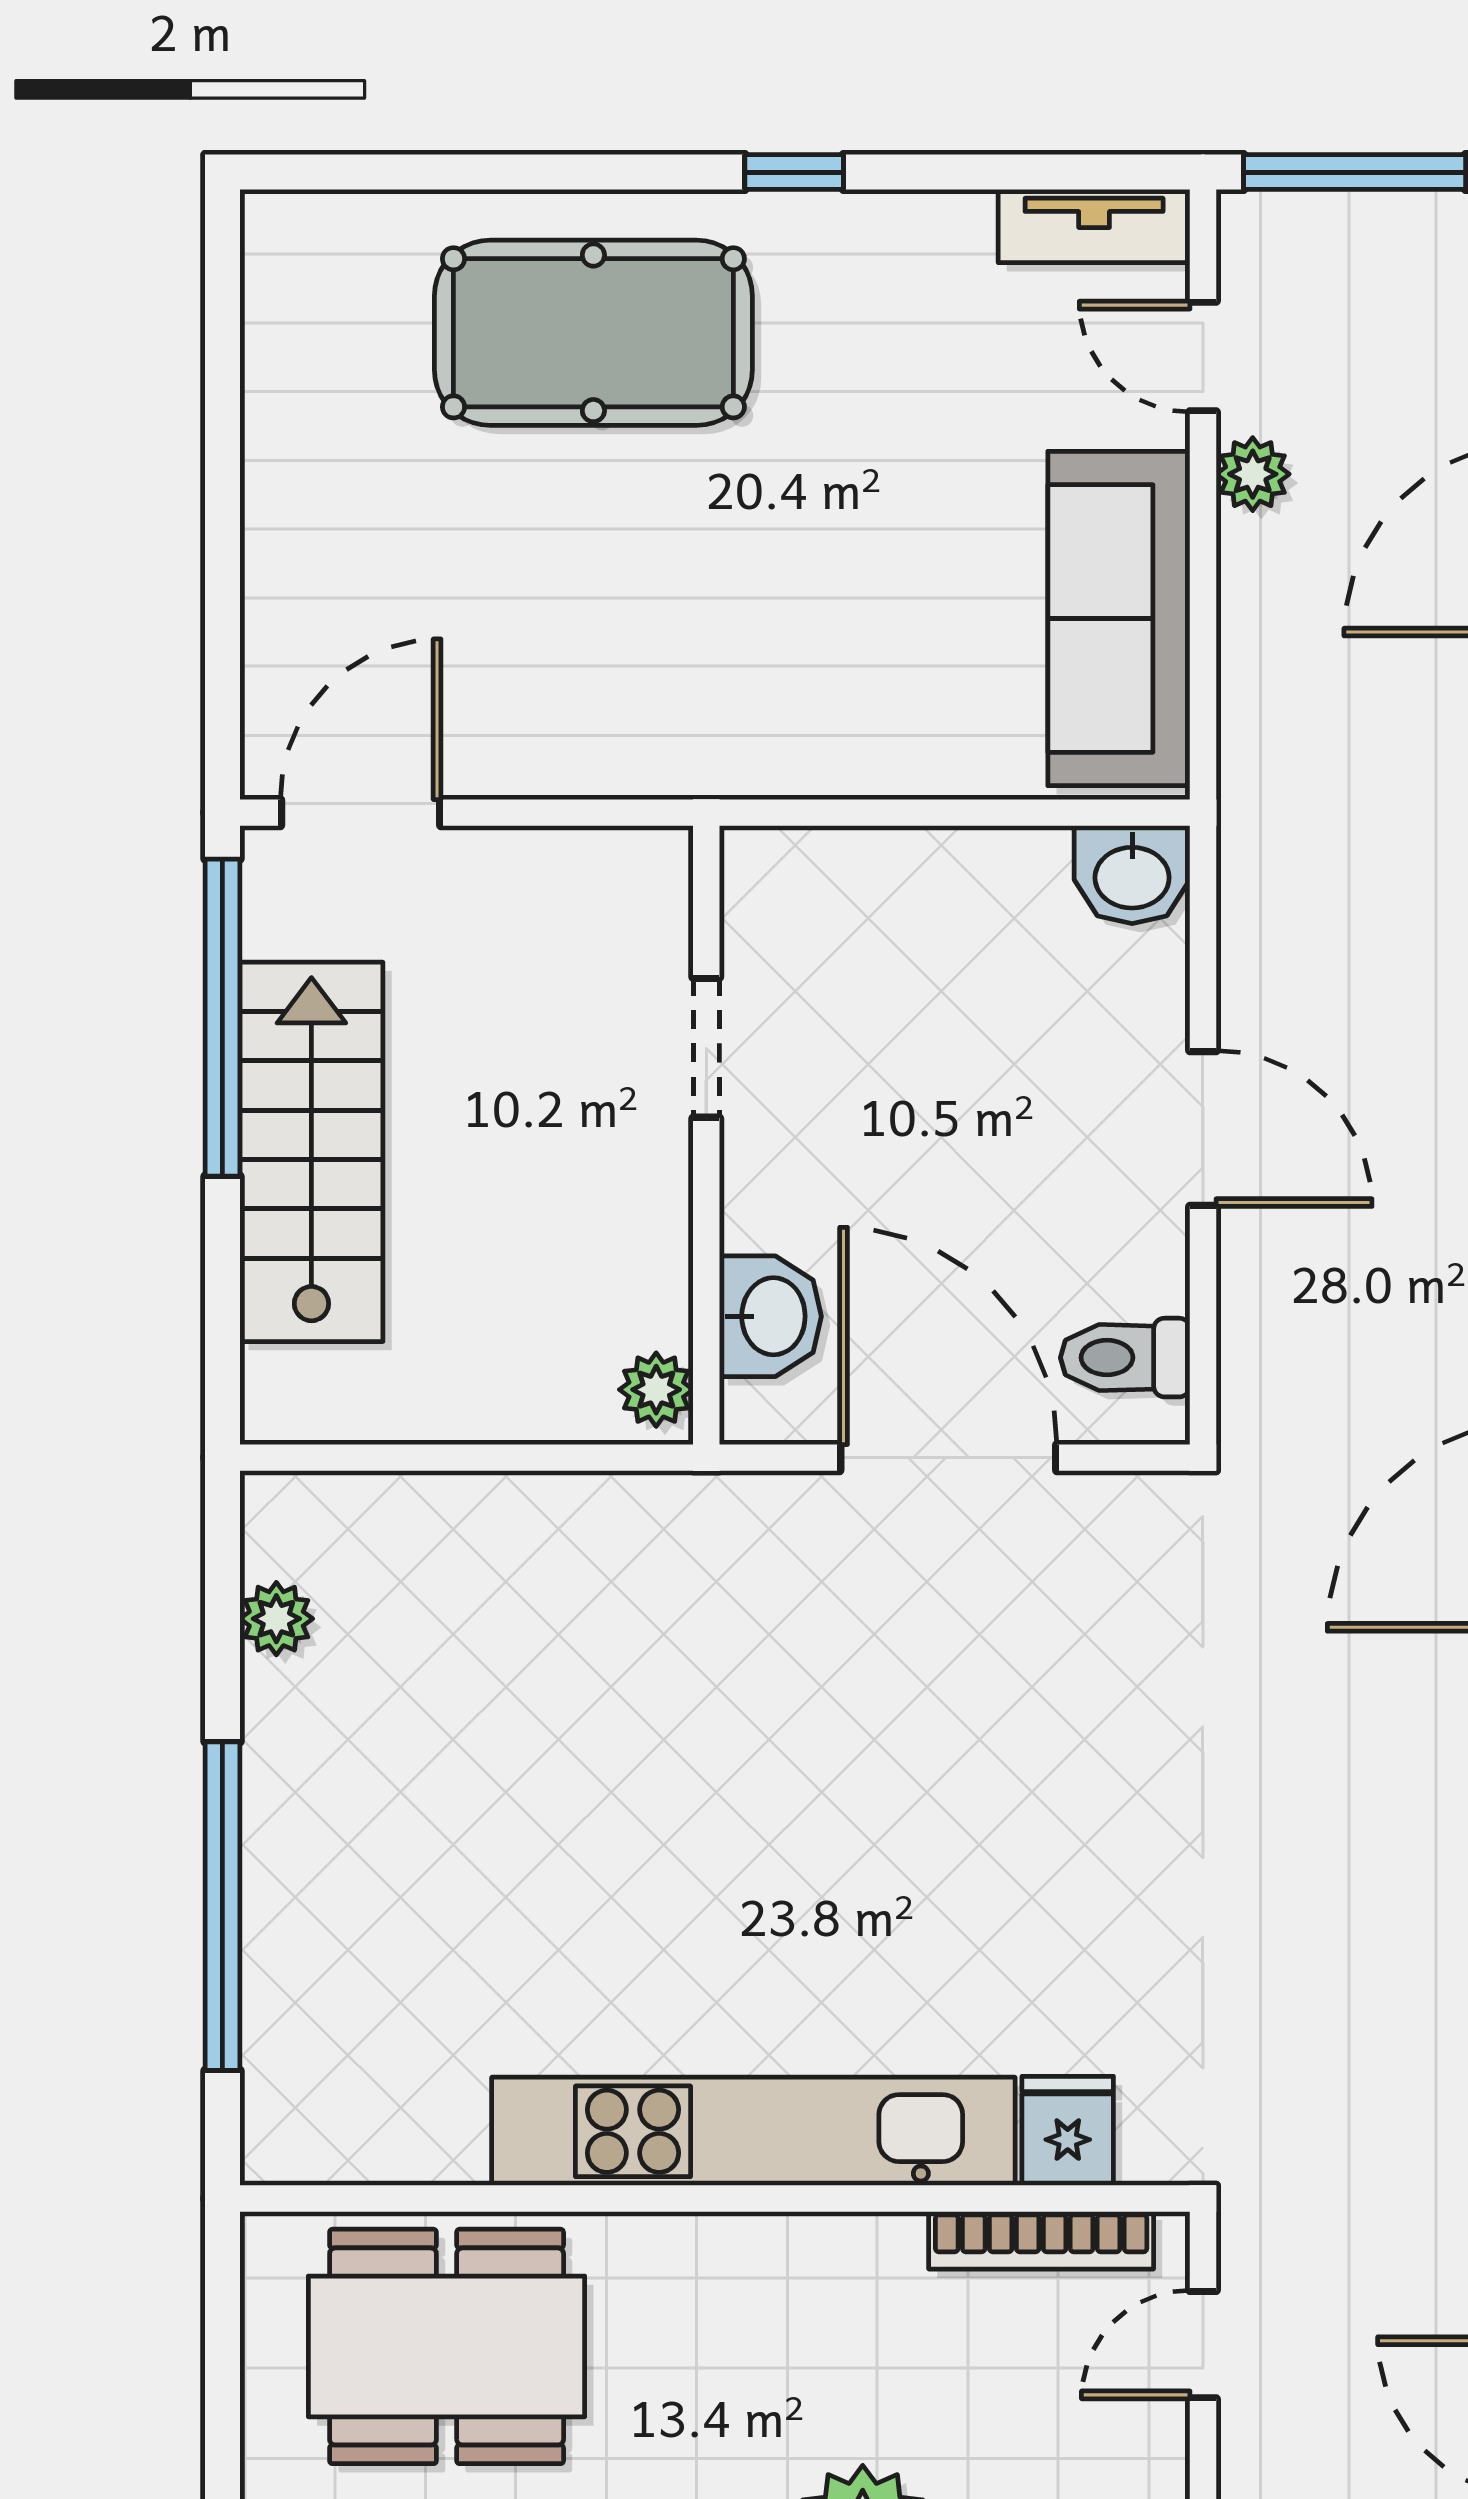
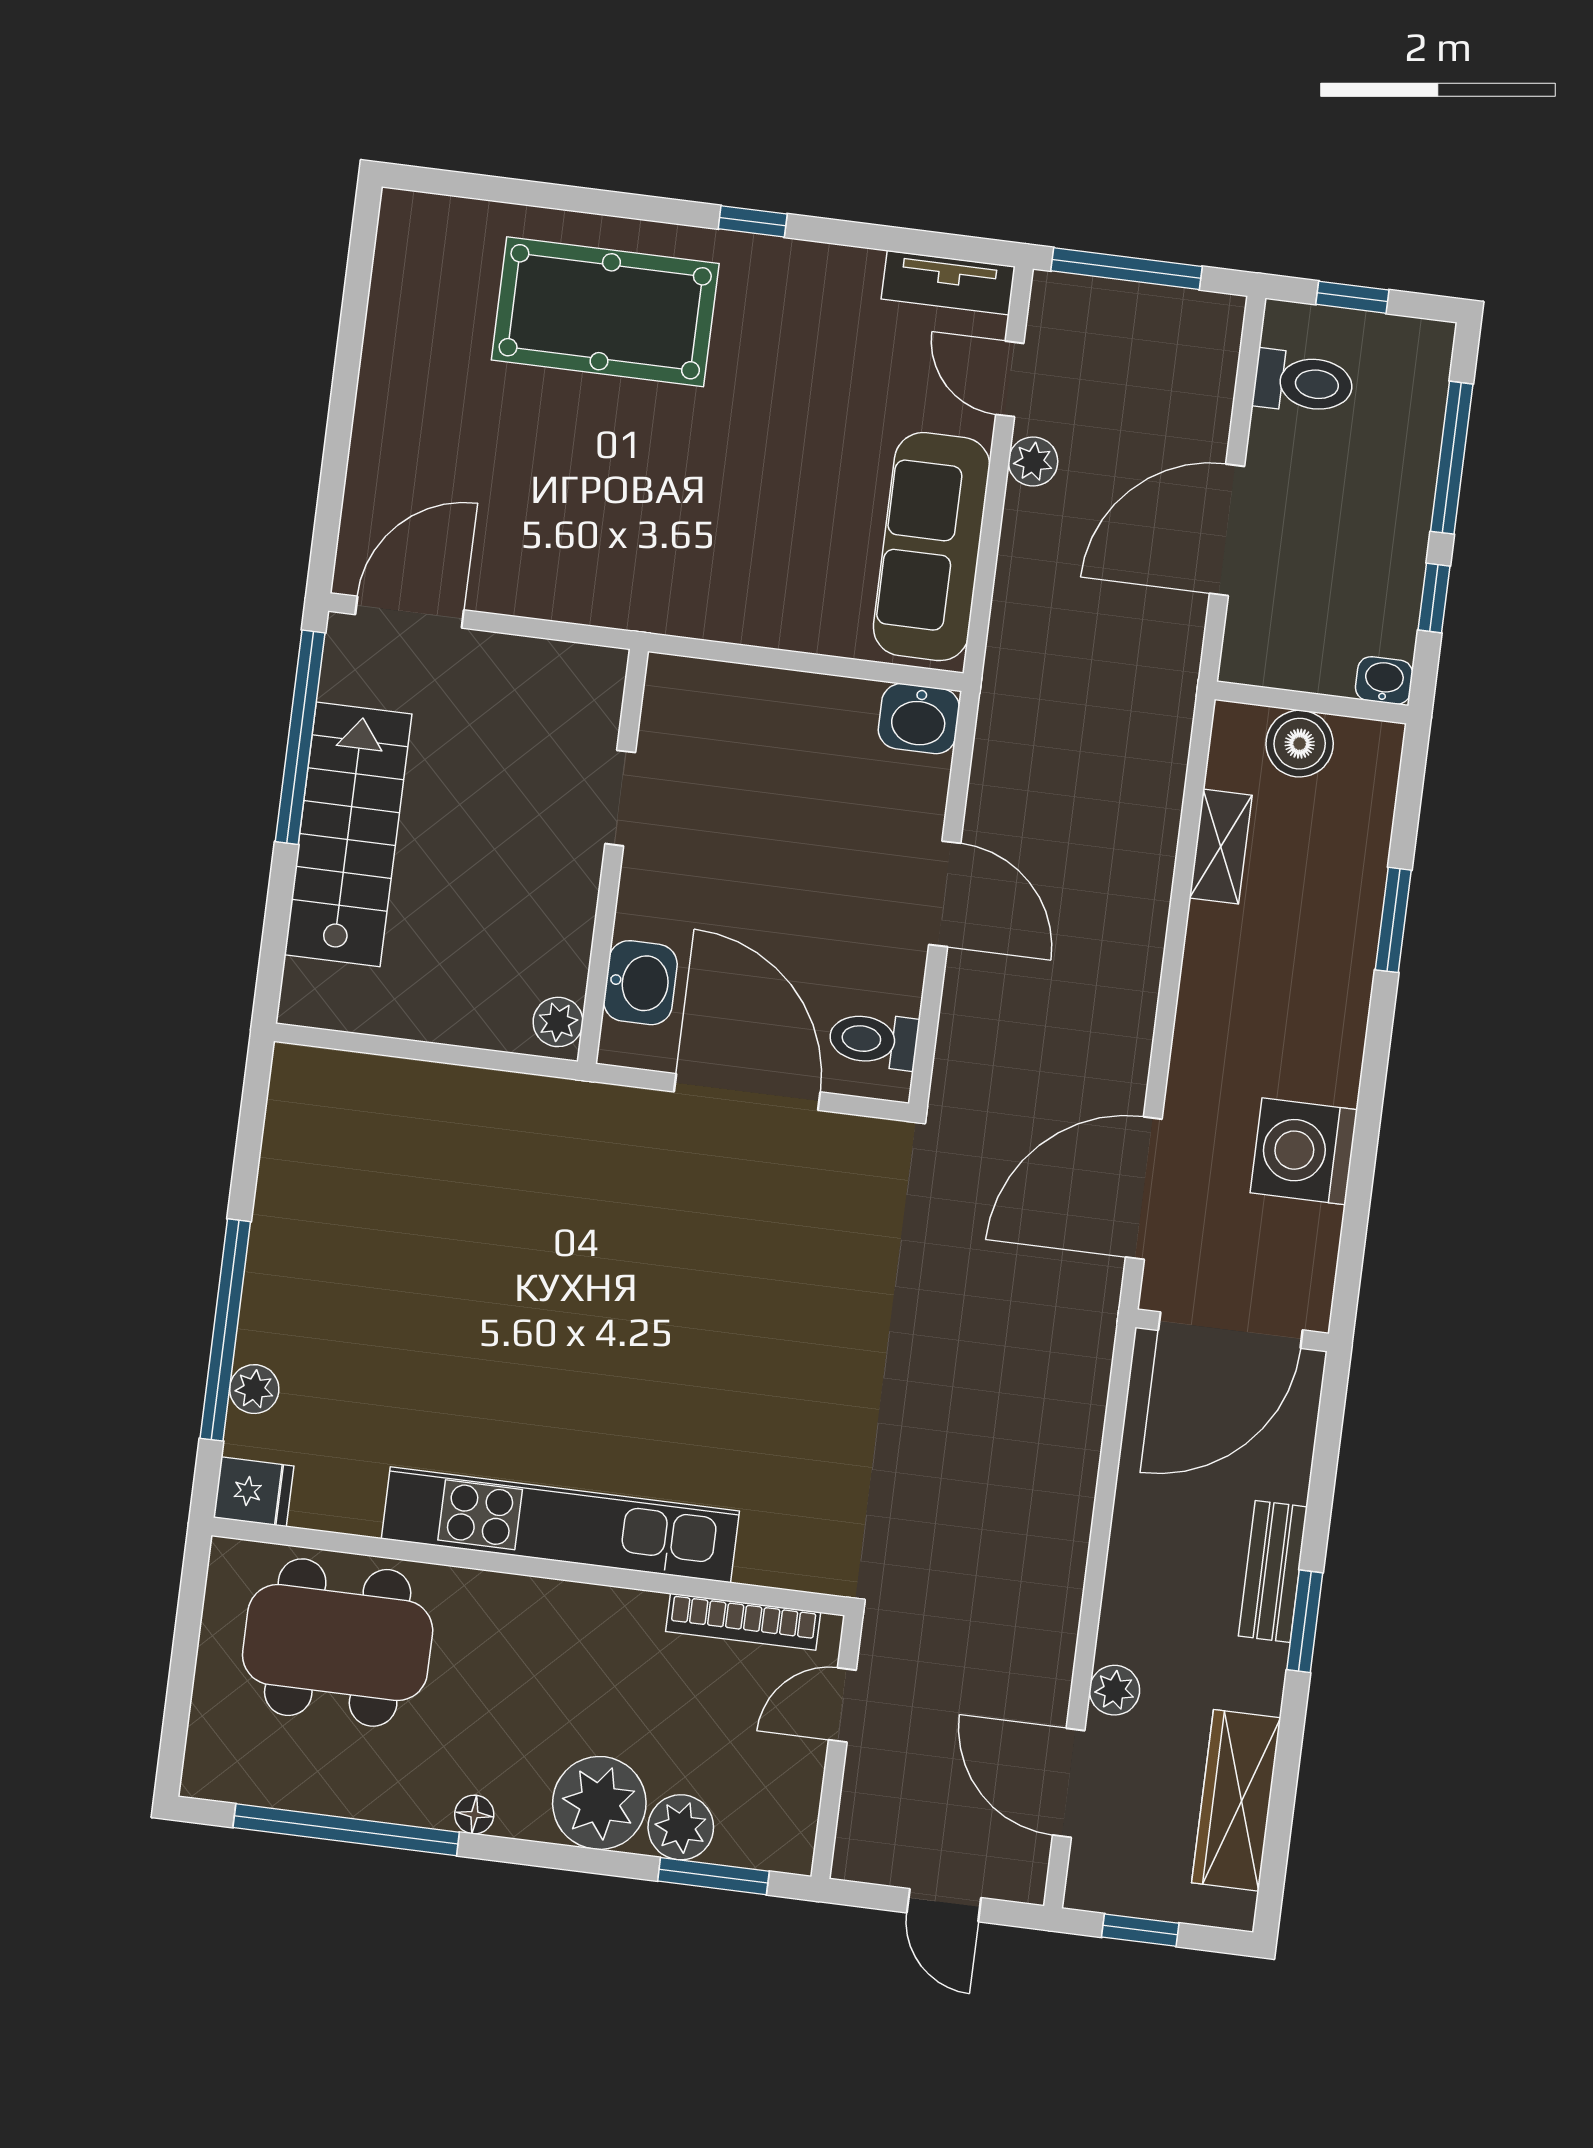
plant: (276, 1619) -> (254, 1389), moved
fridge: (1068, 2131) -> (254, 1492), moved, turned 90

